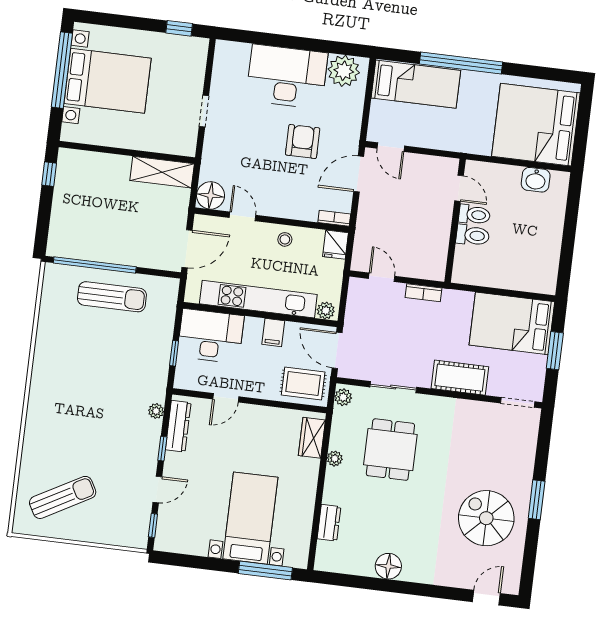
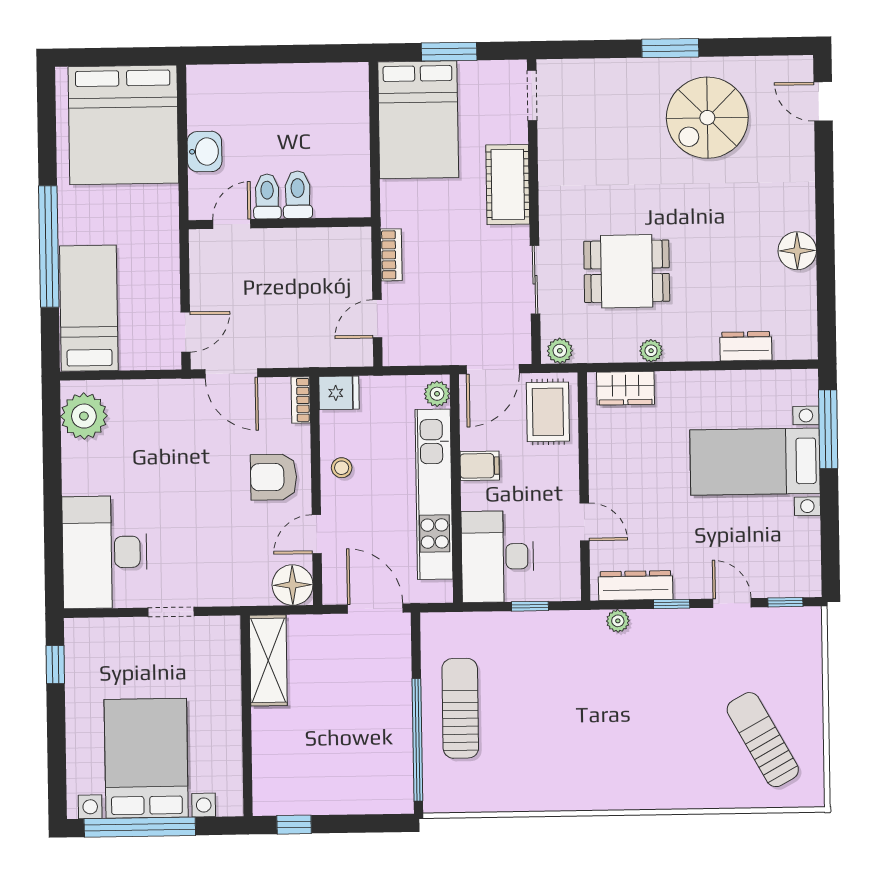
desk: (287, 77) -> (105, 552), moved
armchair: (303, 141) -> (274, 477), moved
washbasin: (536, 180) -> (204, 152), moved

